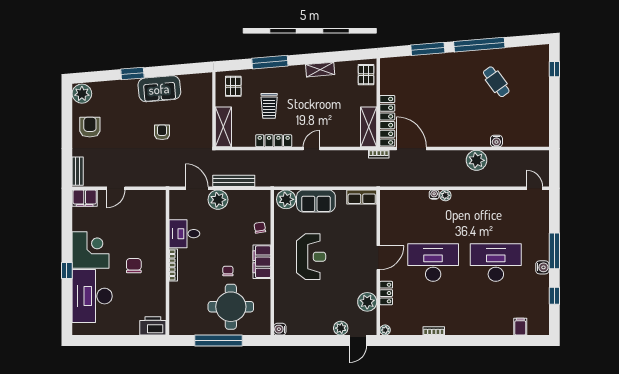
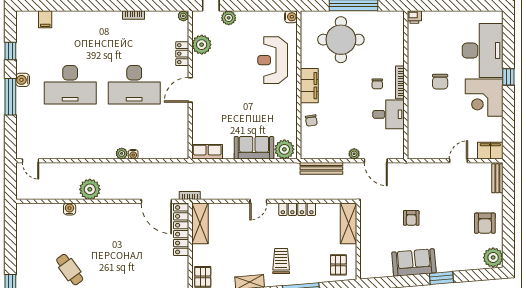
trolley: (269, 106) -> (281, 261), moved
bench: (234, 181) -> (321, 168), moved
plant: (218, 200) -> (354, 154), width x0.53, depth x0.53
reception desk: (311, 257) -> (273, 60), moved
chair: (228, 271) -> (377, 84), moved
printer: (153, 326) -> (414, 17), width x0.53, depth x0.68

